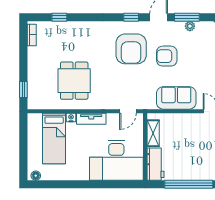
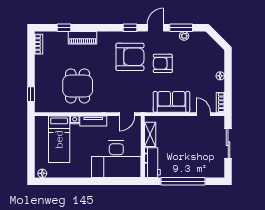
piano: (80, 28) -> (83, 38), added
armchair: (131, 49) -> (130, 57), turned -90

